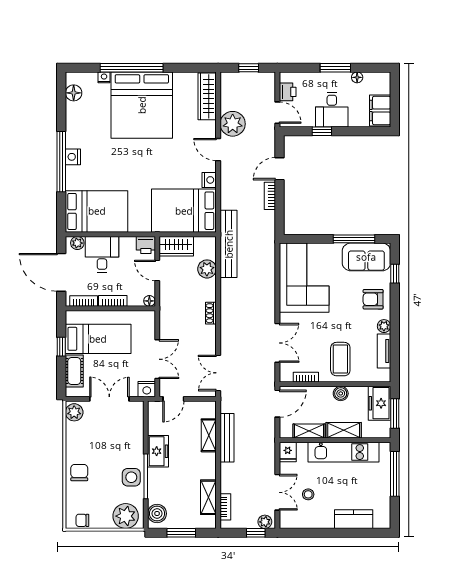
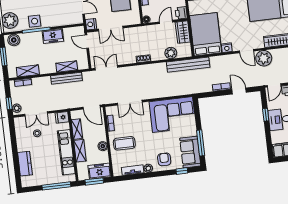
door: (218, 150) -> (246, 51), swing flipped

